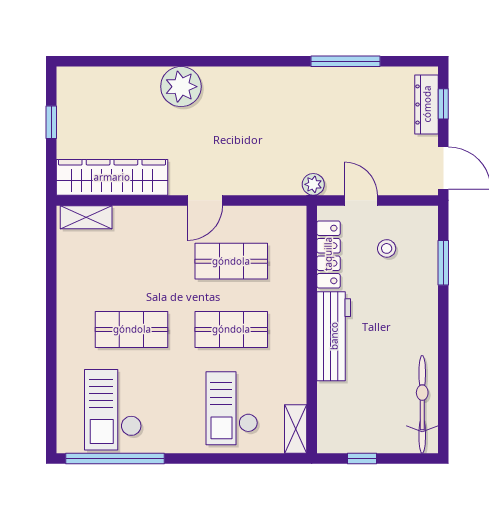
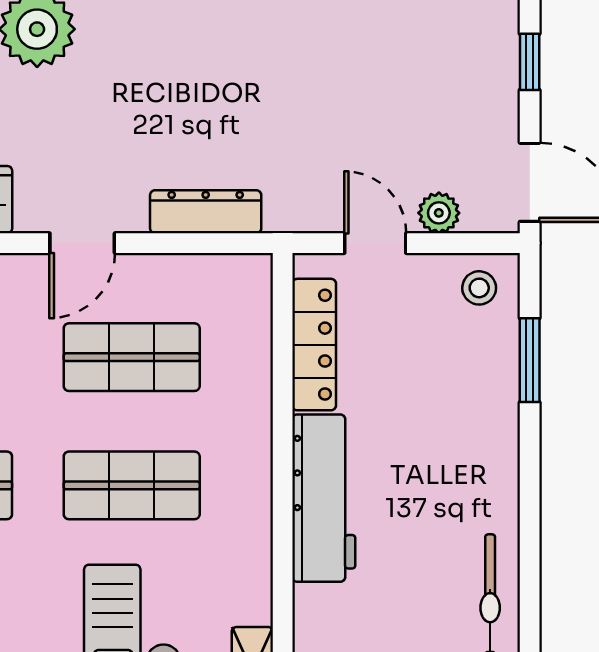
dresser: (427, 104) -> (206, 212), moved, turned 90
plant: (313, 184) -> (439, 213), moved
stool: (387, 248) -> (479, 288), moved

